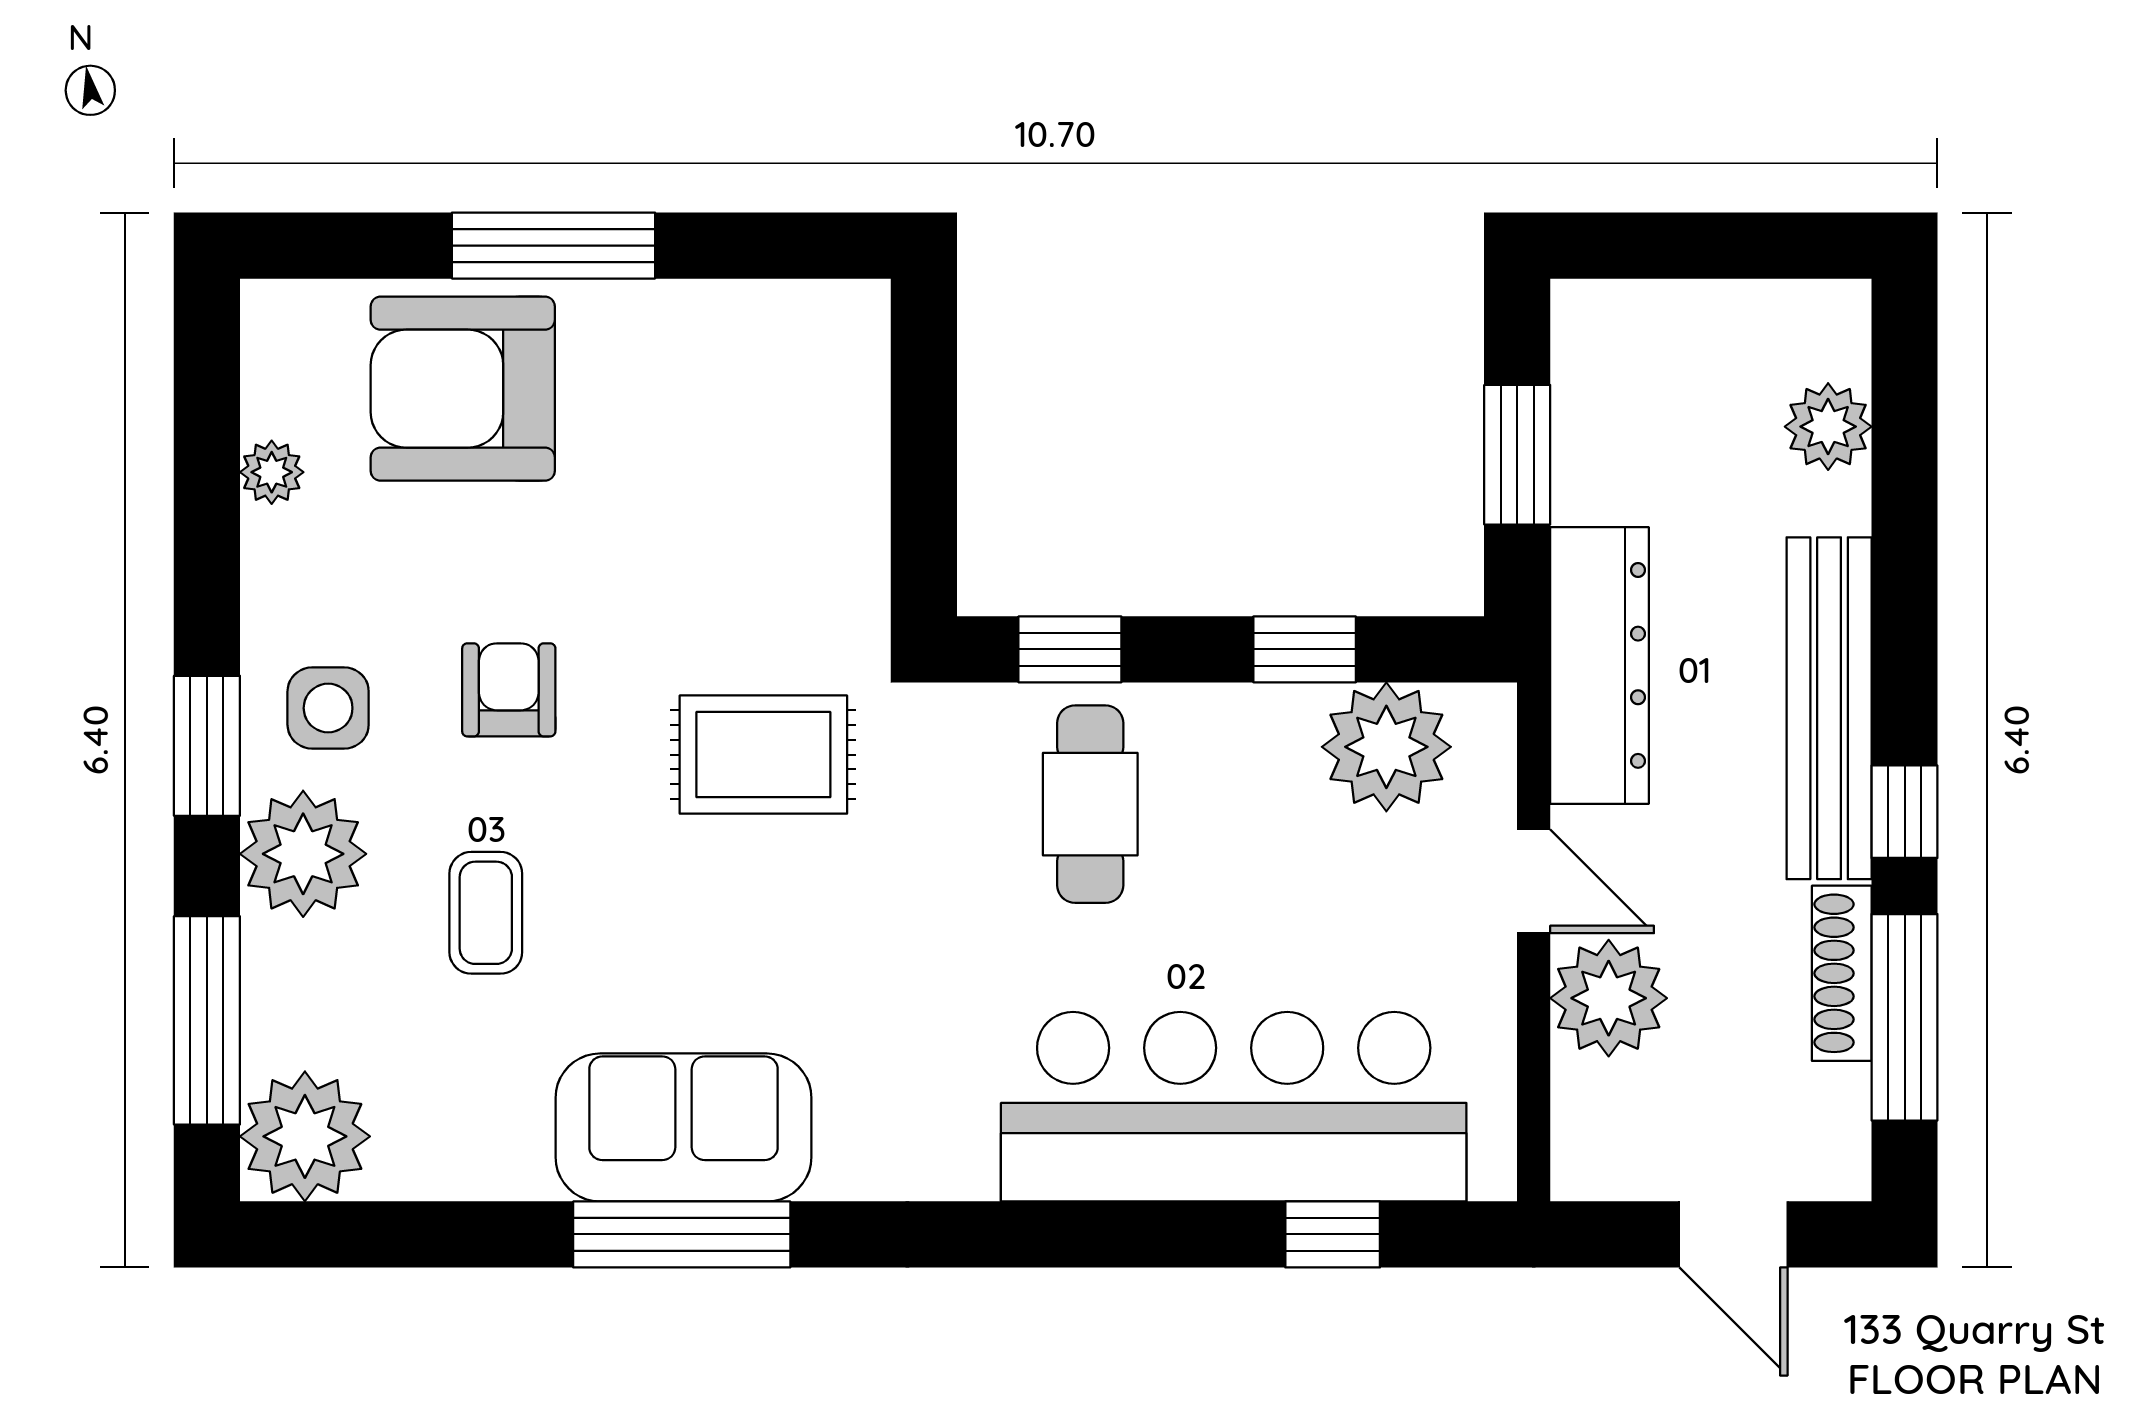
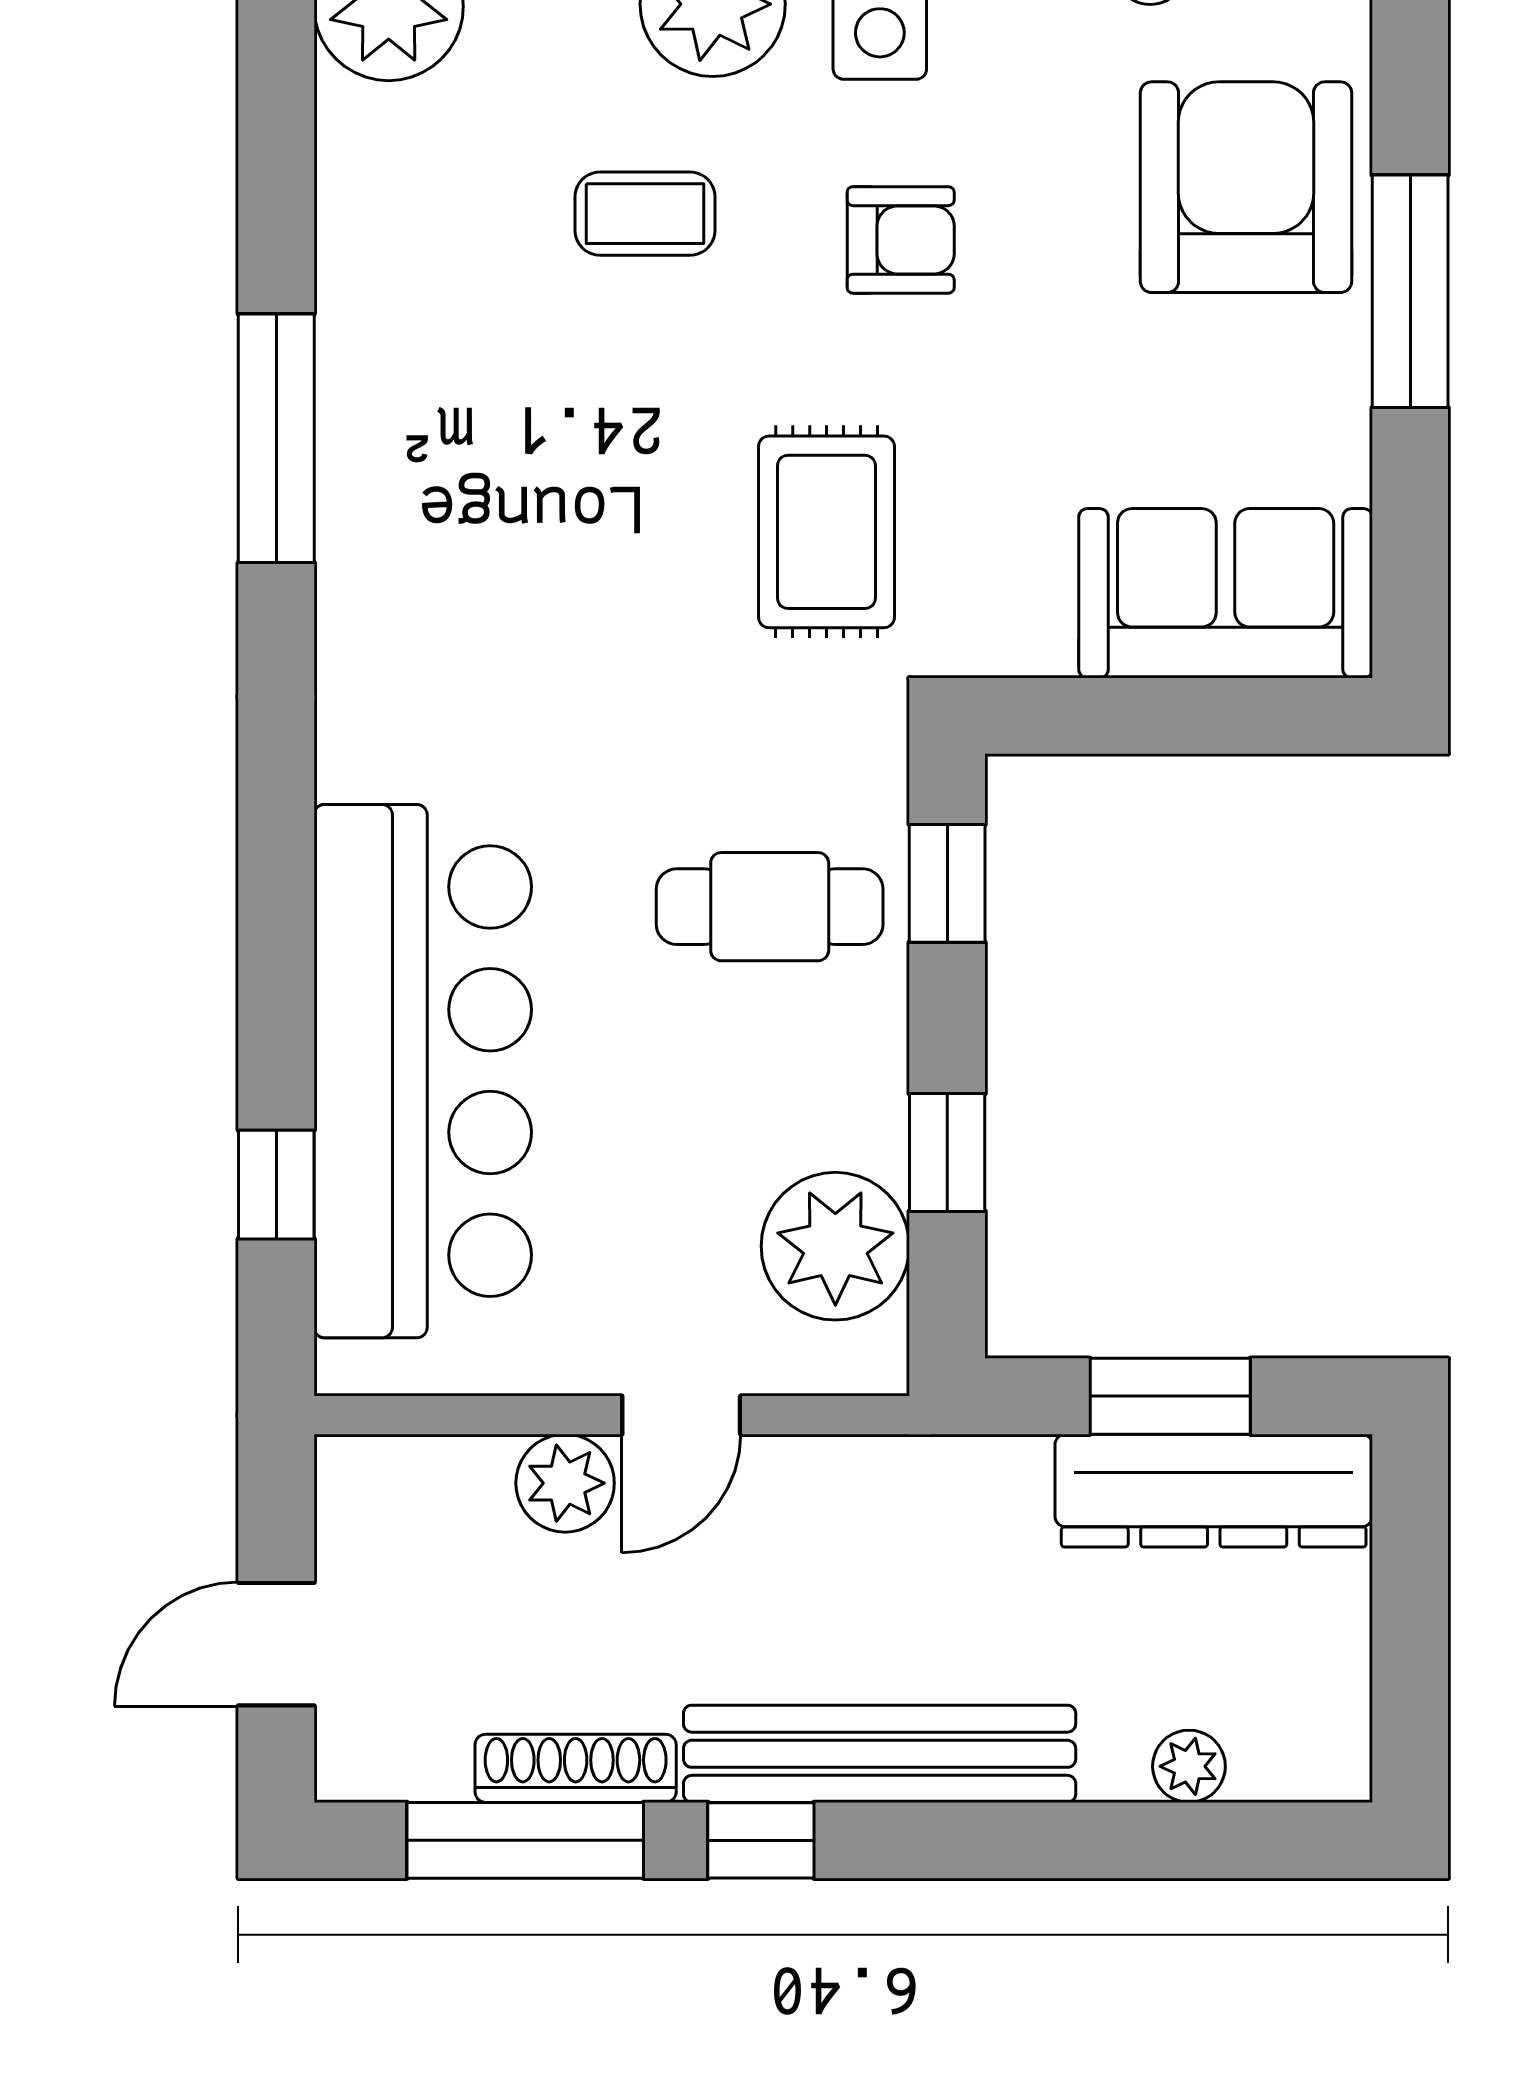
plant: (1828, 427) -> (1189, 1766), width x0.73, depth x0.73
dresser: (1600, 665) -> (1214, 1491), moved
plant: (1609, 998) -> (565, 1483), width x0.73, depth x0.73
sofa: (683, 1127) -> (1226, 593), moved, turned -90

